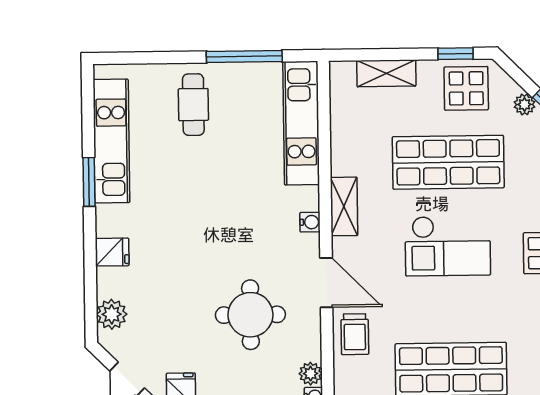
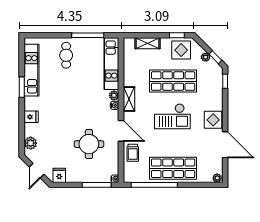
plant: (311, 374) -> (114, 95), moved

